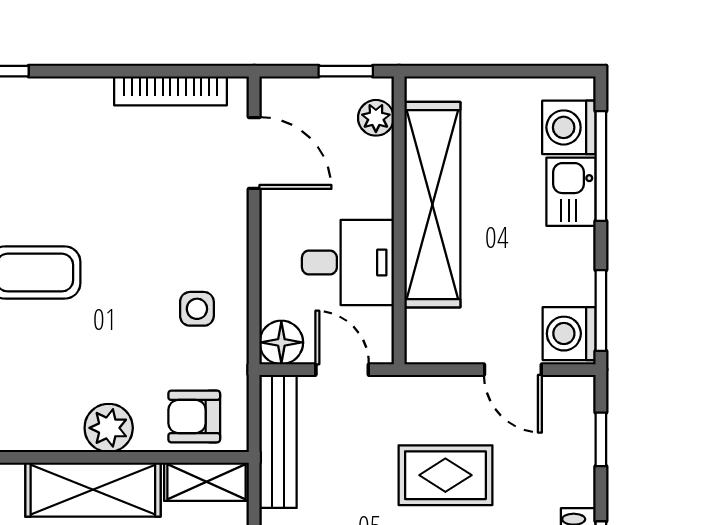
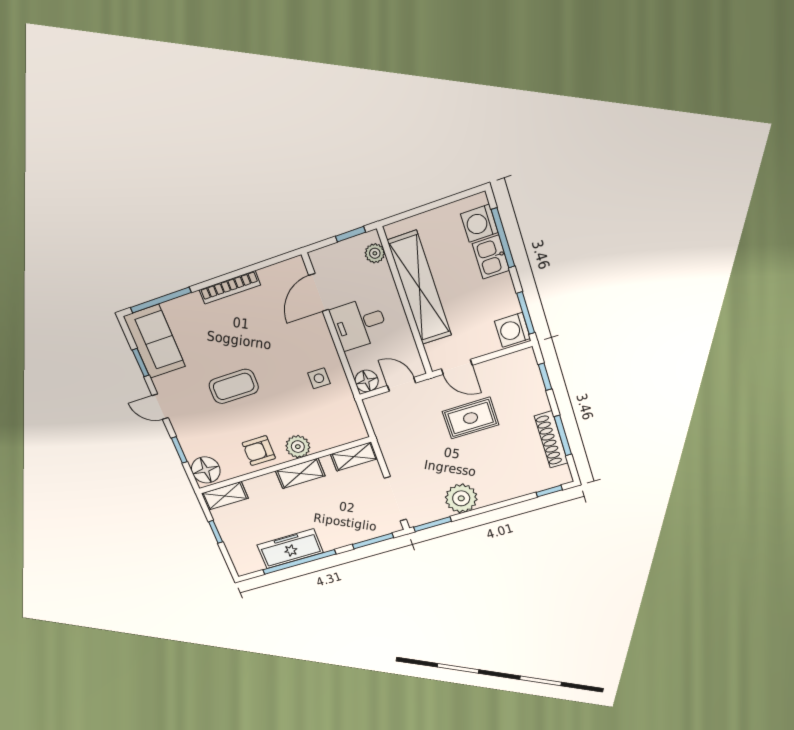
bookcase: (170, 91) -> (230, 287), moved
door: (254, 153) -> (319, 293), swing flipped
desk: (348, 262) -> (359, 324), moved, turned 180
door: (513, 370) -> (457, 367), moved
armchair: (194, 416) -> (259, 451), moved
bench: (278, 441) -> (382, 428), removed
shelving: (93, 490) -> (300, 473), width x0.67, depth x0.75

